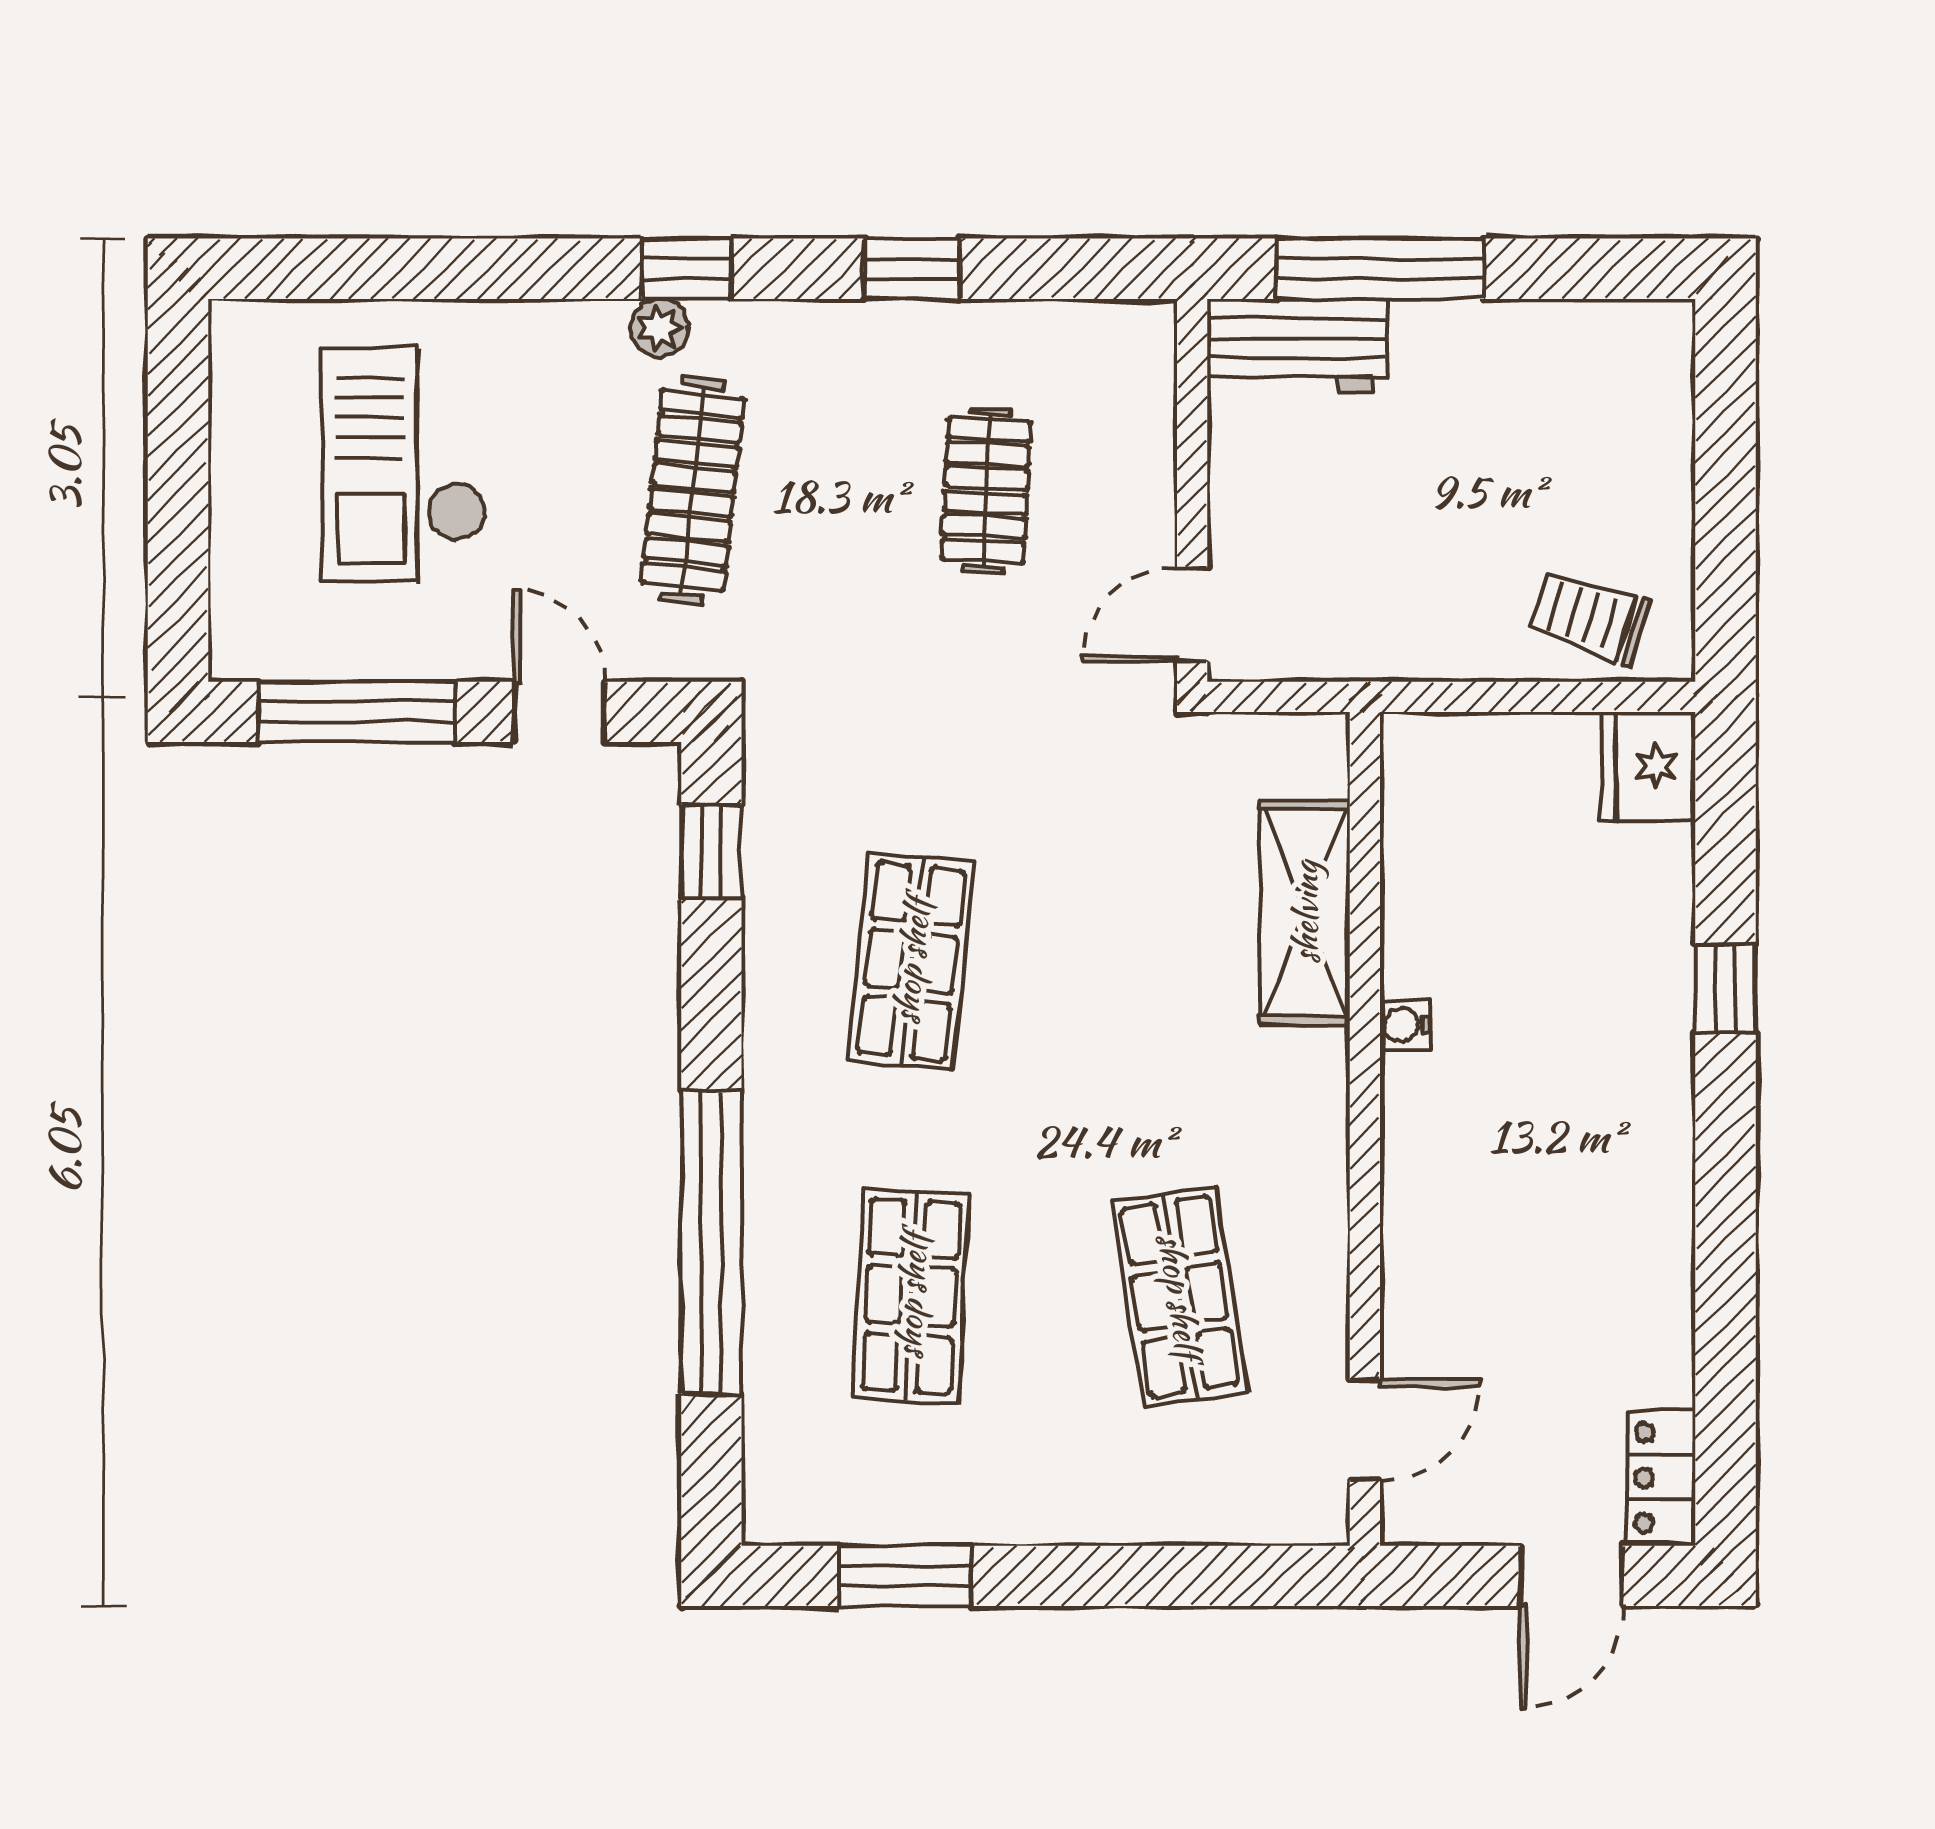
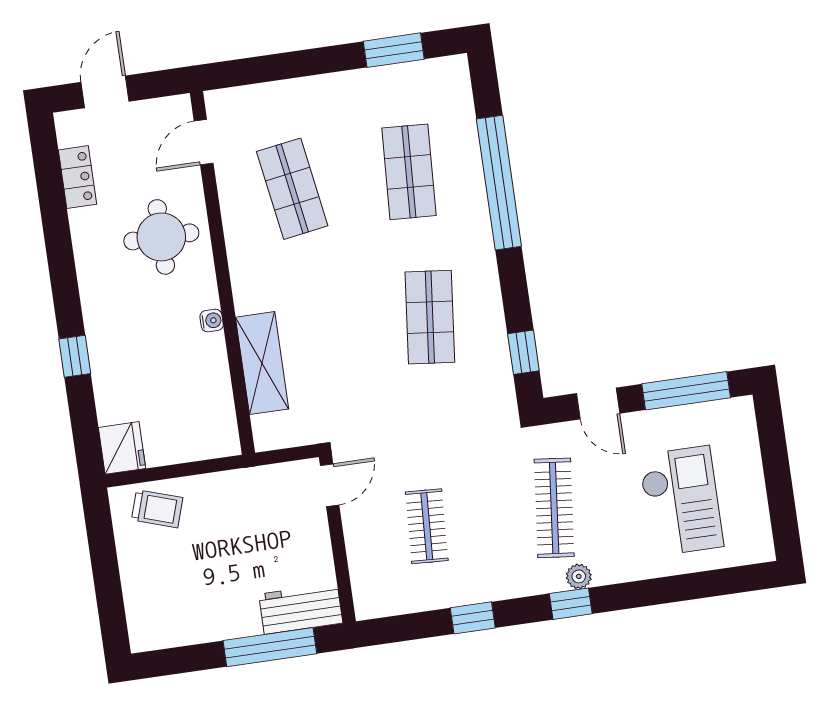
round table: (1491, 1230) -> (161, 237), added
locker: (1661, 1478) -> (77, 177), moved

